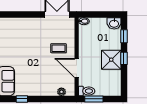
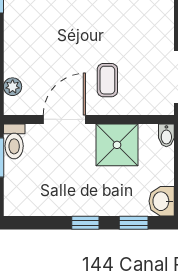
shower: (111, 60) -> (117, 145), moved

